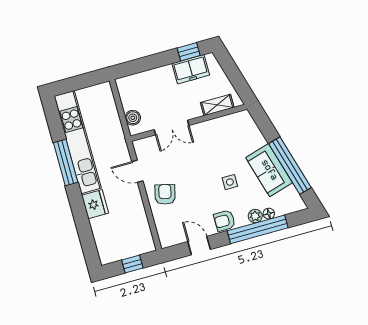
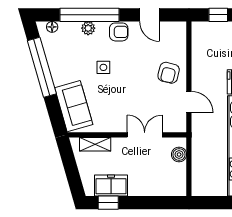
sofa: (269, 170) -> (74, 106), moved
floor lamp: (269, 214) -> (52, 27), moved

